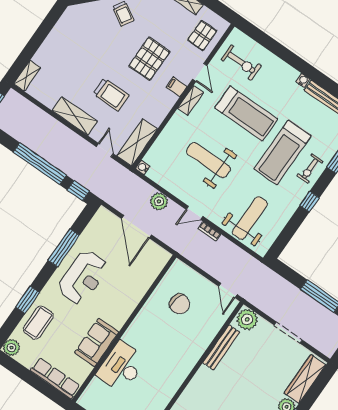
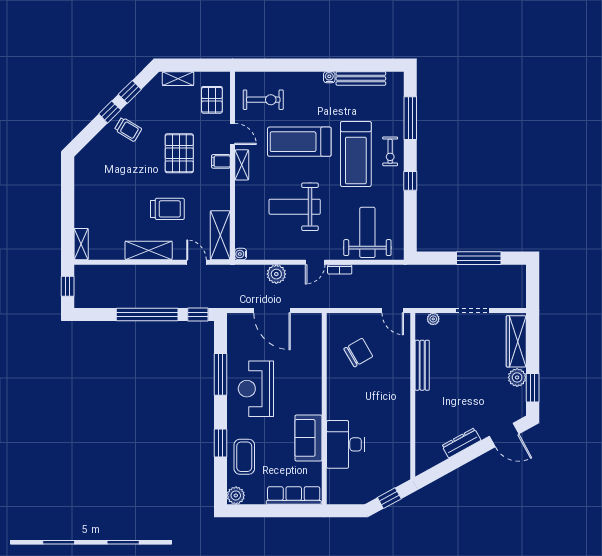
treadmill: (246, 113) -> (299, 142), turned 180
reception desk: (83, 277) -> (256, 389), turned 180
chair: (180, 304) -> (358, 353), turned -42
plant: (247, 319) -> (433, 319), width x0.53, depth x0.53

